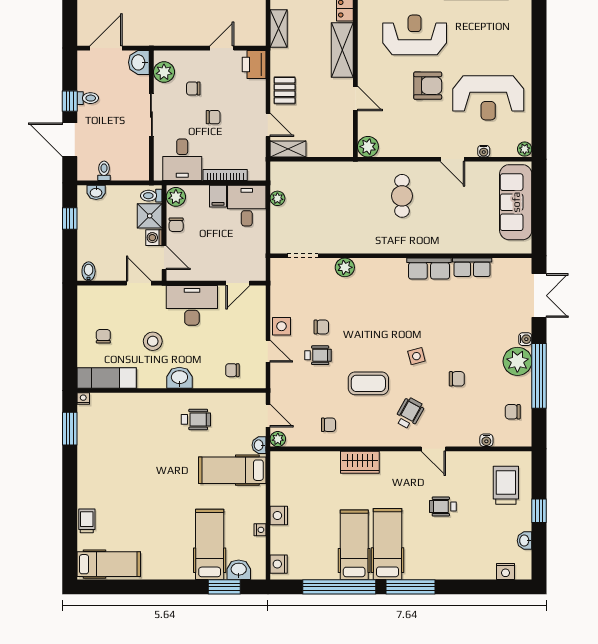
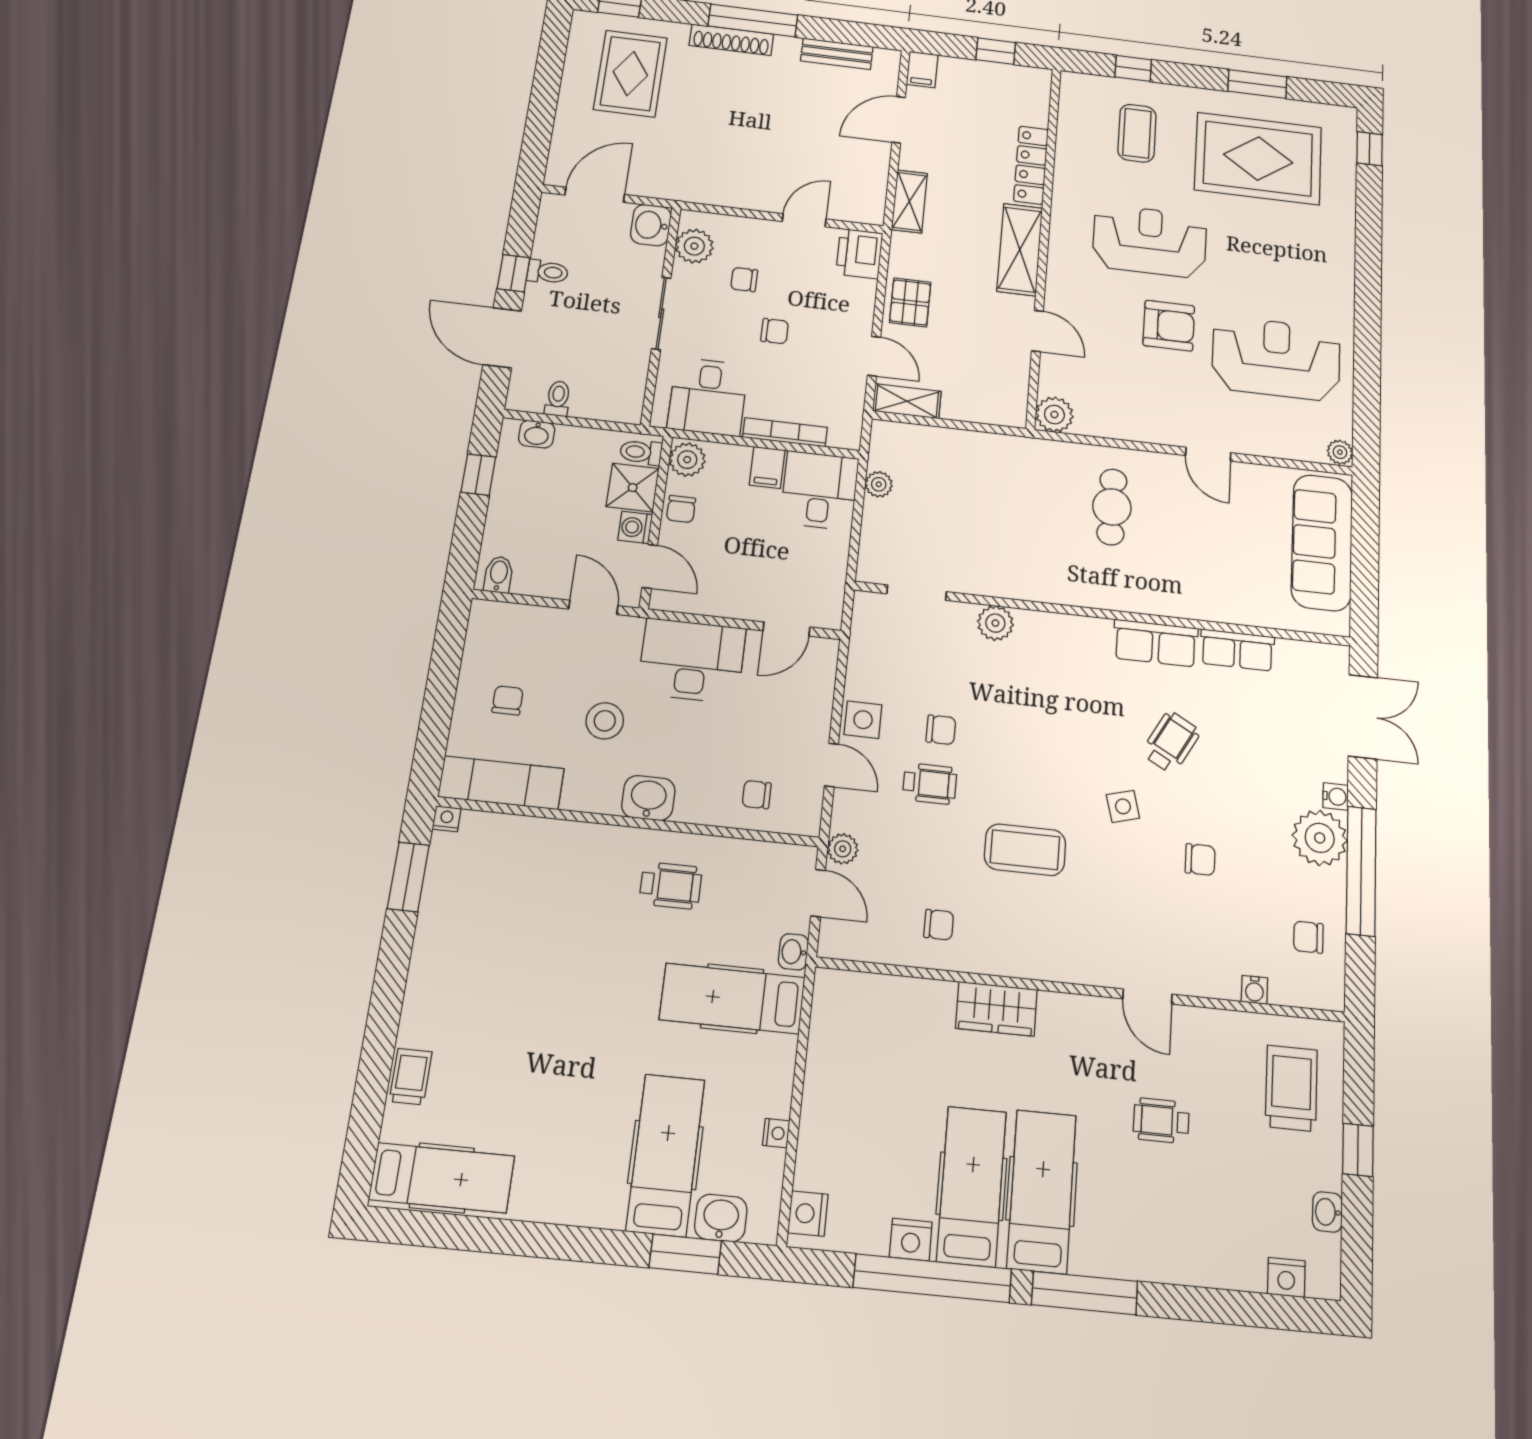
reception desk: (488, 98) -> (1276, 358), turned 180
water cooler: (484, 151) -> (1266, 447), removed
wheelchair: (409, 413) -> (1171, 742), moved
plant: (278, 439) -> (843, 849), moved
nightstand: (279, 515) -> (911, 1240), moved, turned -90

